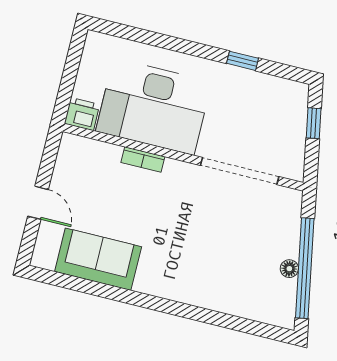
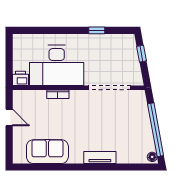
door: (38, 203) -> (9, 117), moved
floor lamp: (289, 269) -> (152, 157), moved
tv unit: (191, 294) -> (100, 158), added

